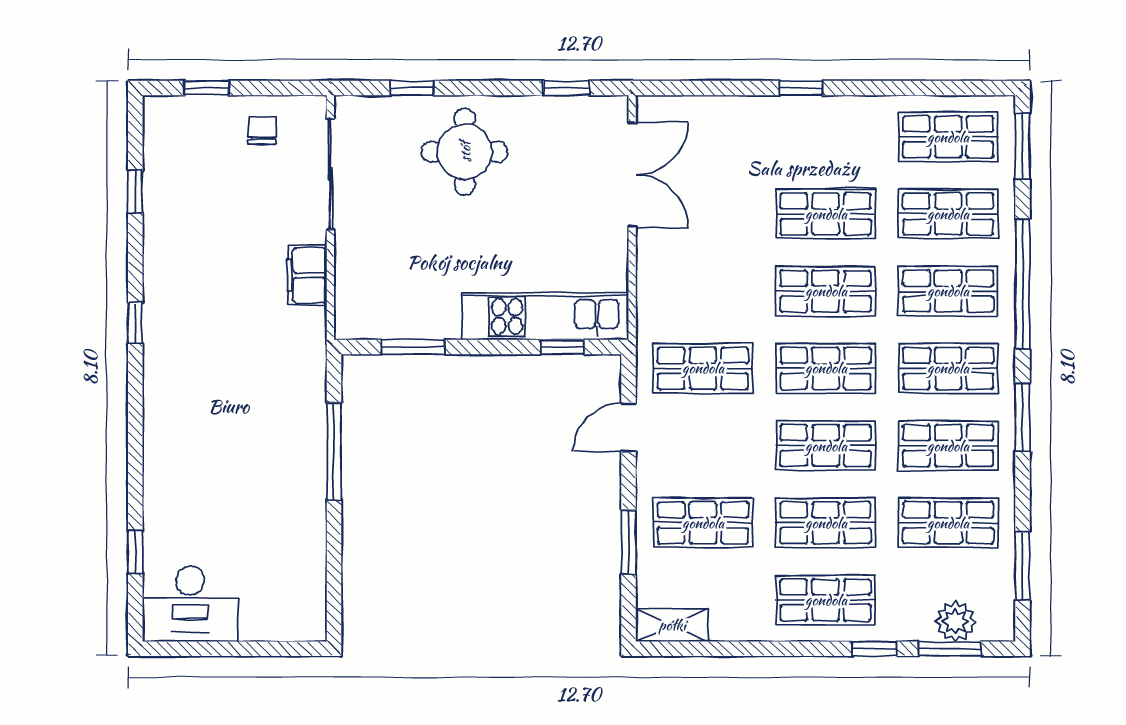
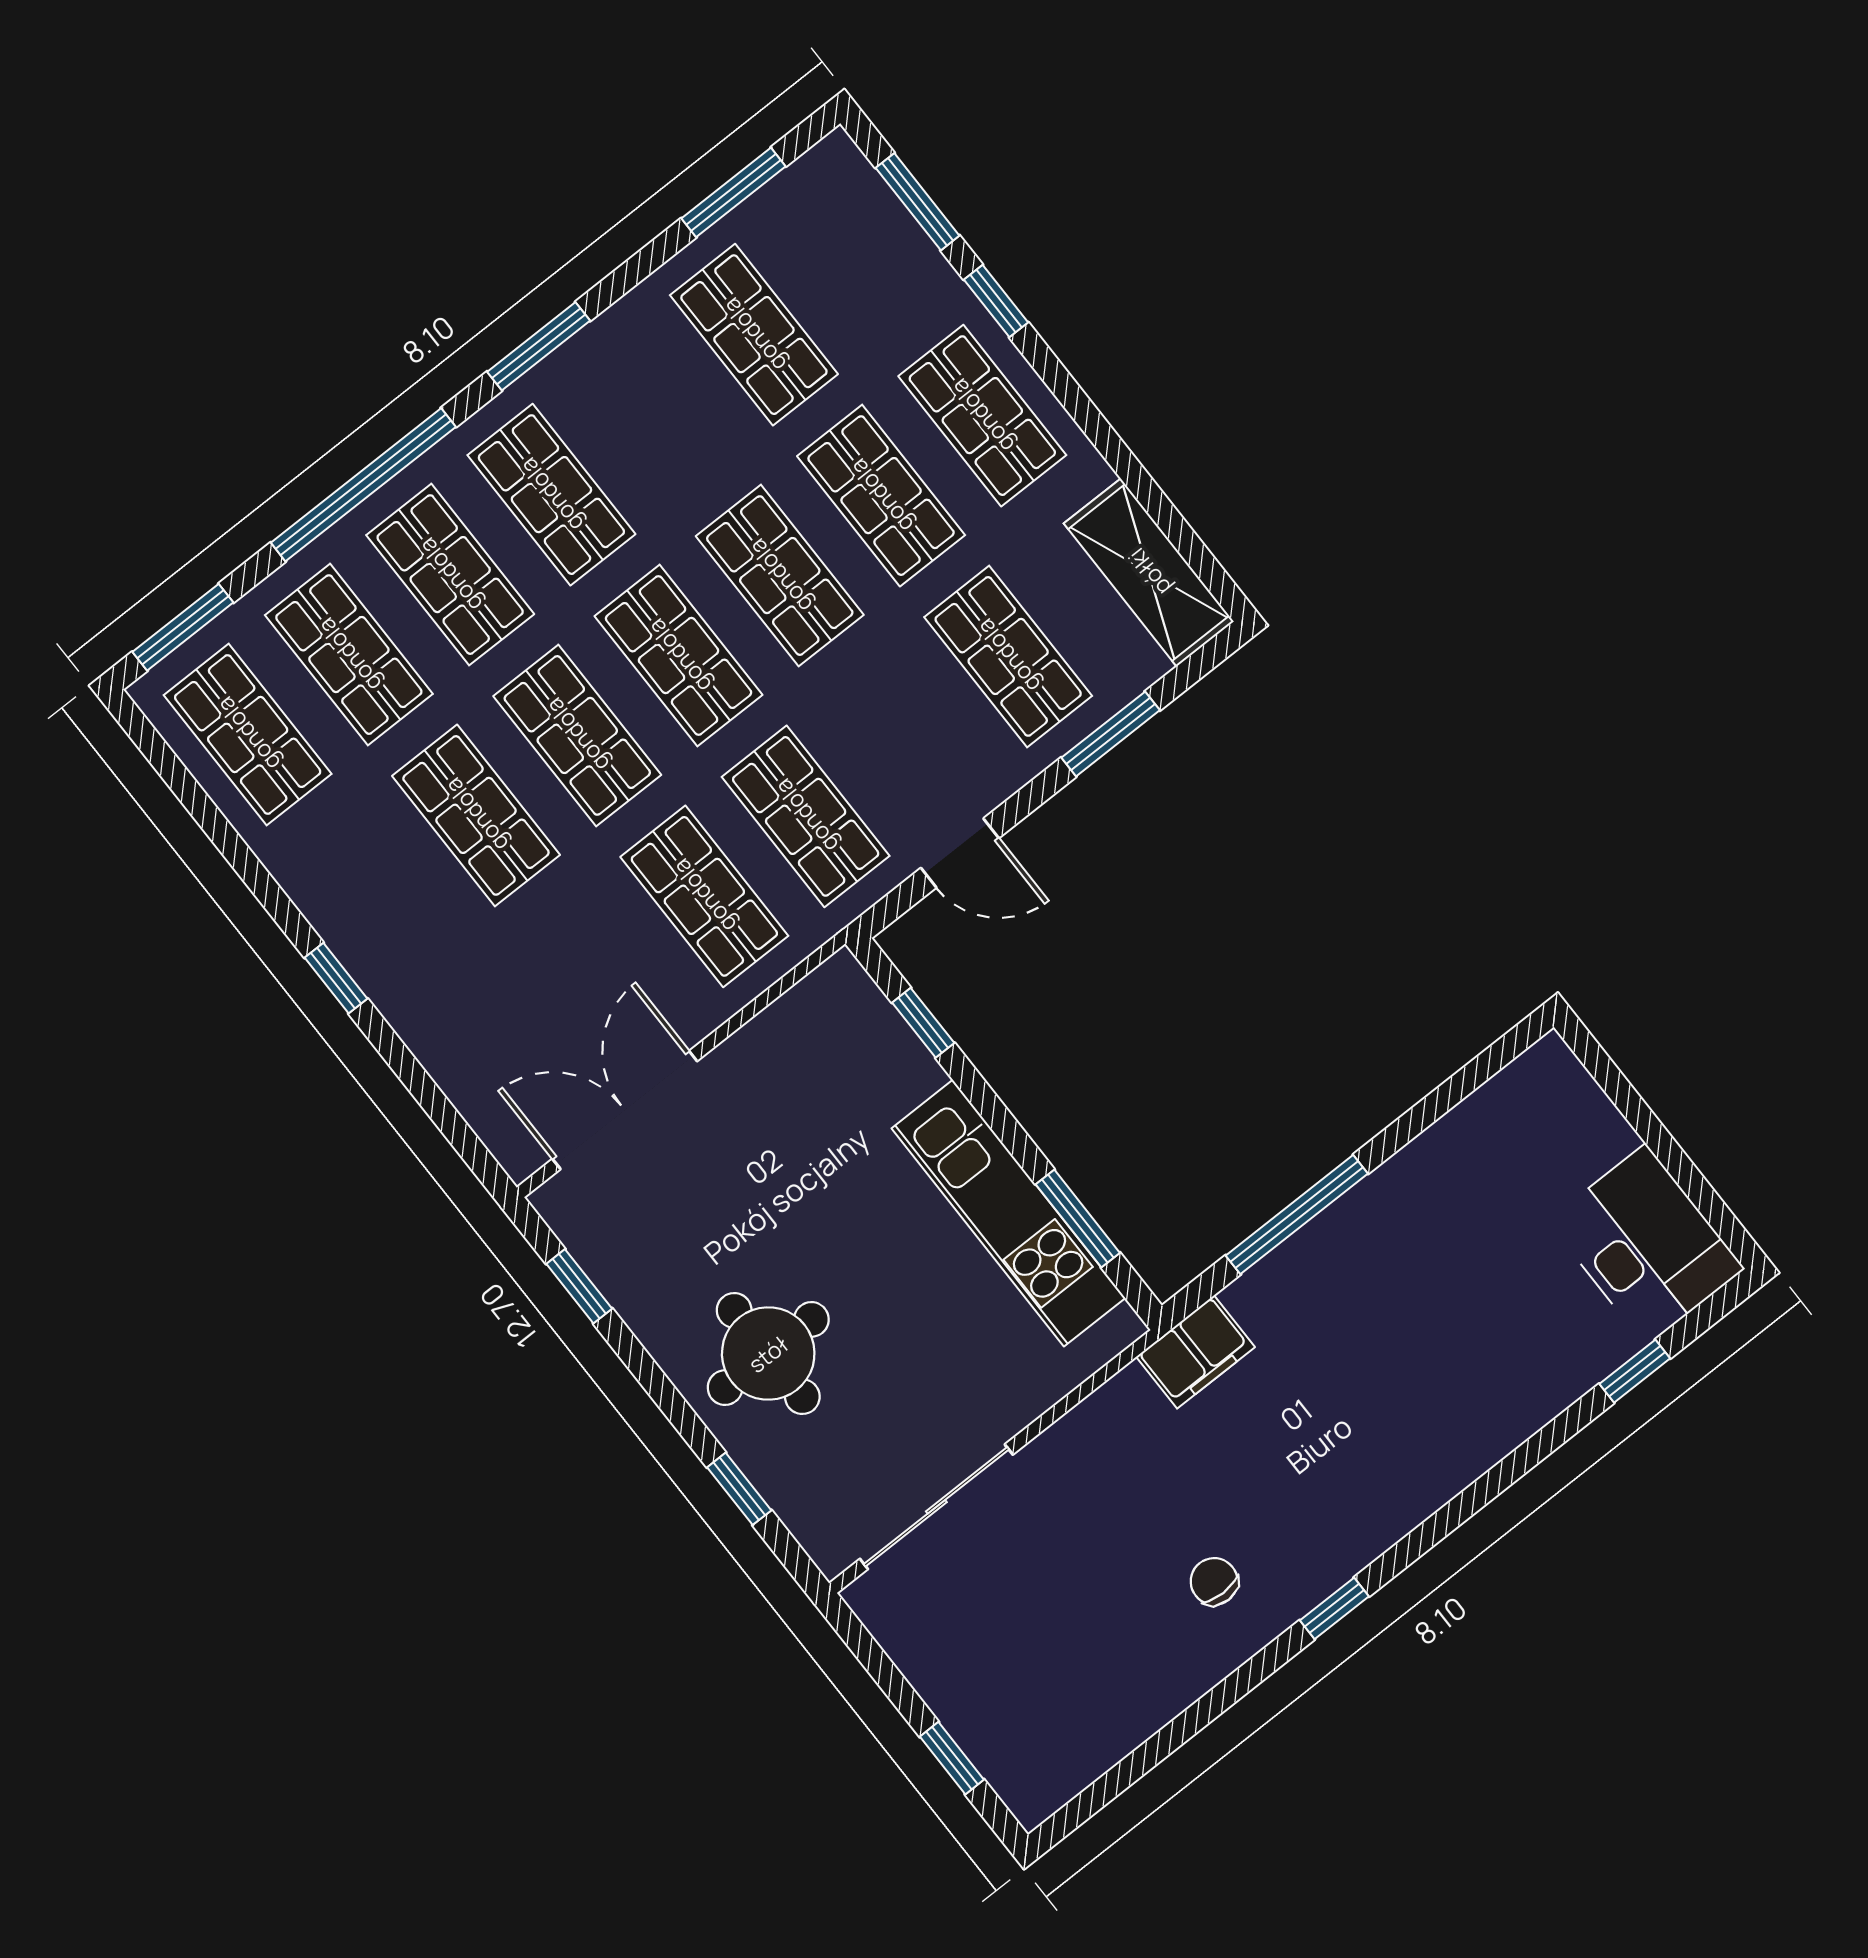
chair: (262, 130) -> (1214, 1581), moved, turned 90
window: (135, 191) -> (1162, 1745), removed
filing cabinet: (307, 275) -> (1195, 1352), moved
kitchen unit: (545, 317) -> (1008, 1213), moved
shop shelf: (948, 446) -> (704, 896), moved
plant: (956, 621) -> (876, 223), removed
shelving: (672, 625) -> (1149, 572), width x1.50, depth x1.33

